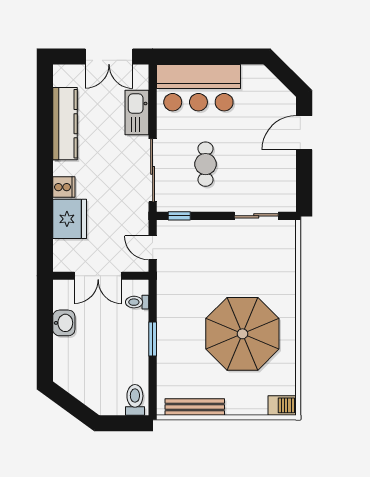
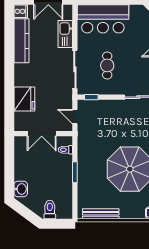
cooker: (64, 187) -> (21, 11), moved
washbasin: (64, 323) -> (21, 189), moved
toilet: (135, 400) -> (50, 209), moved

